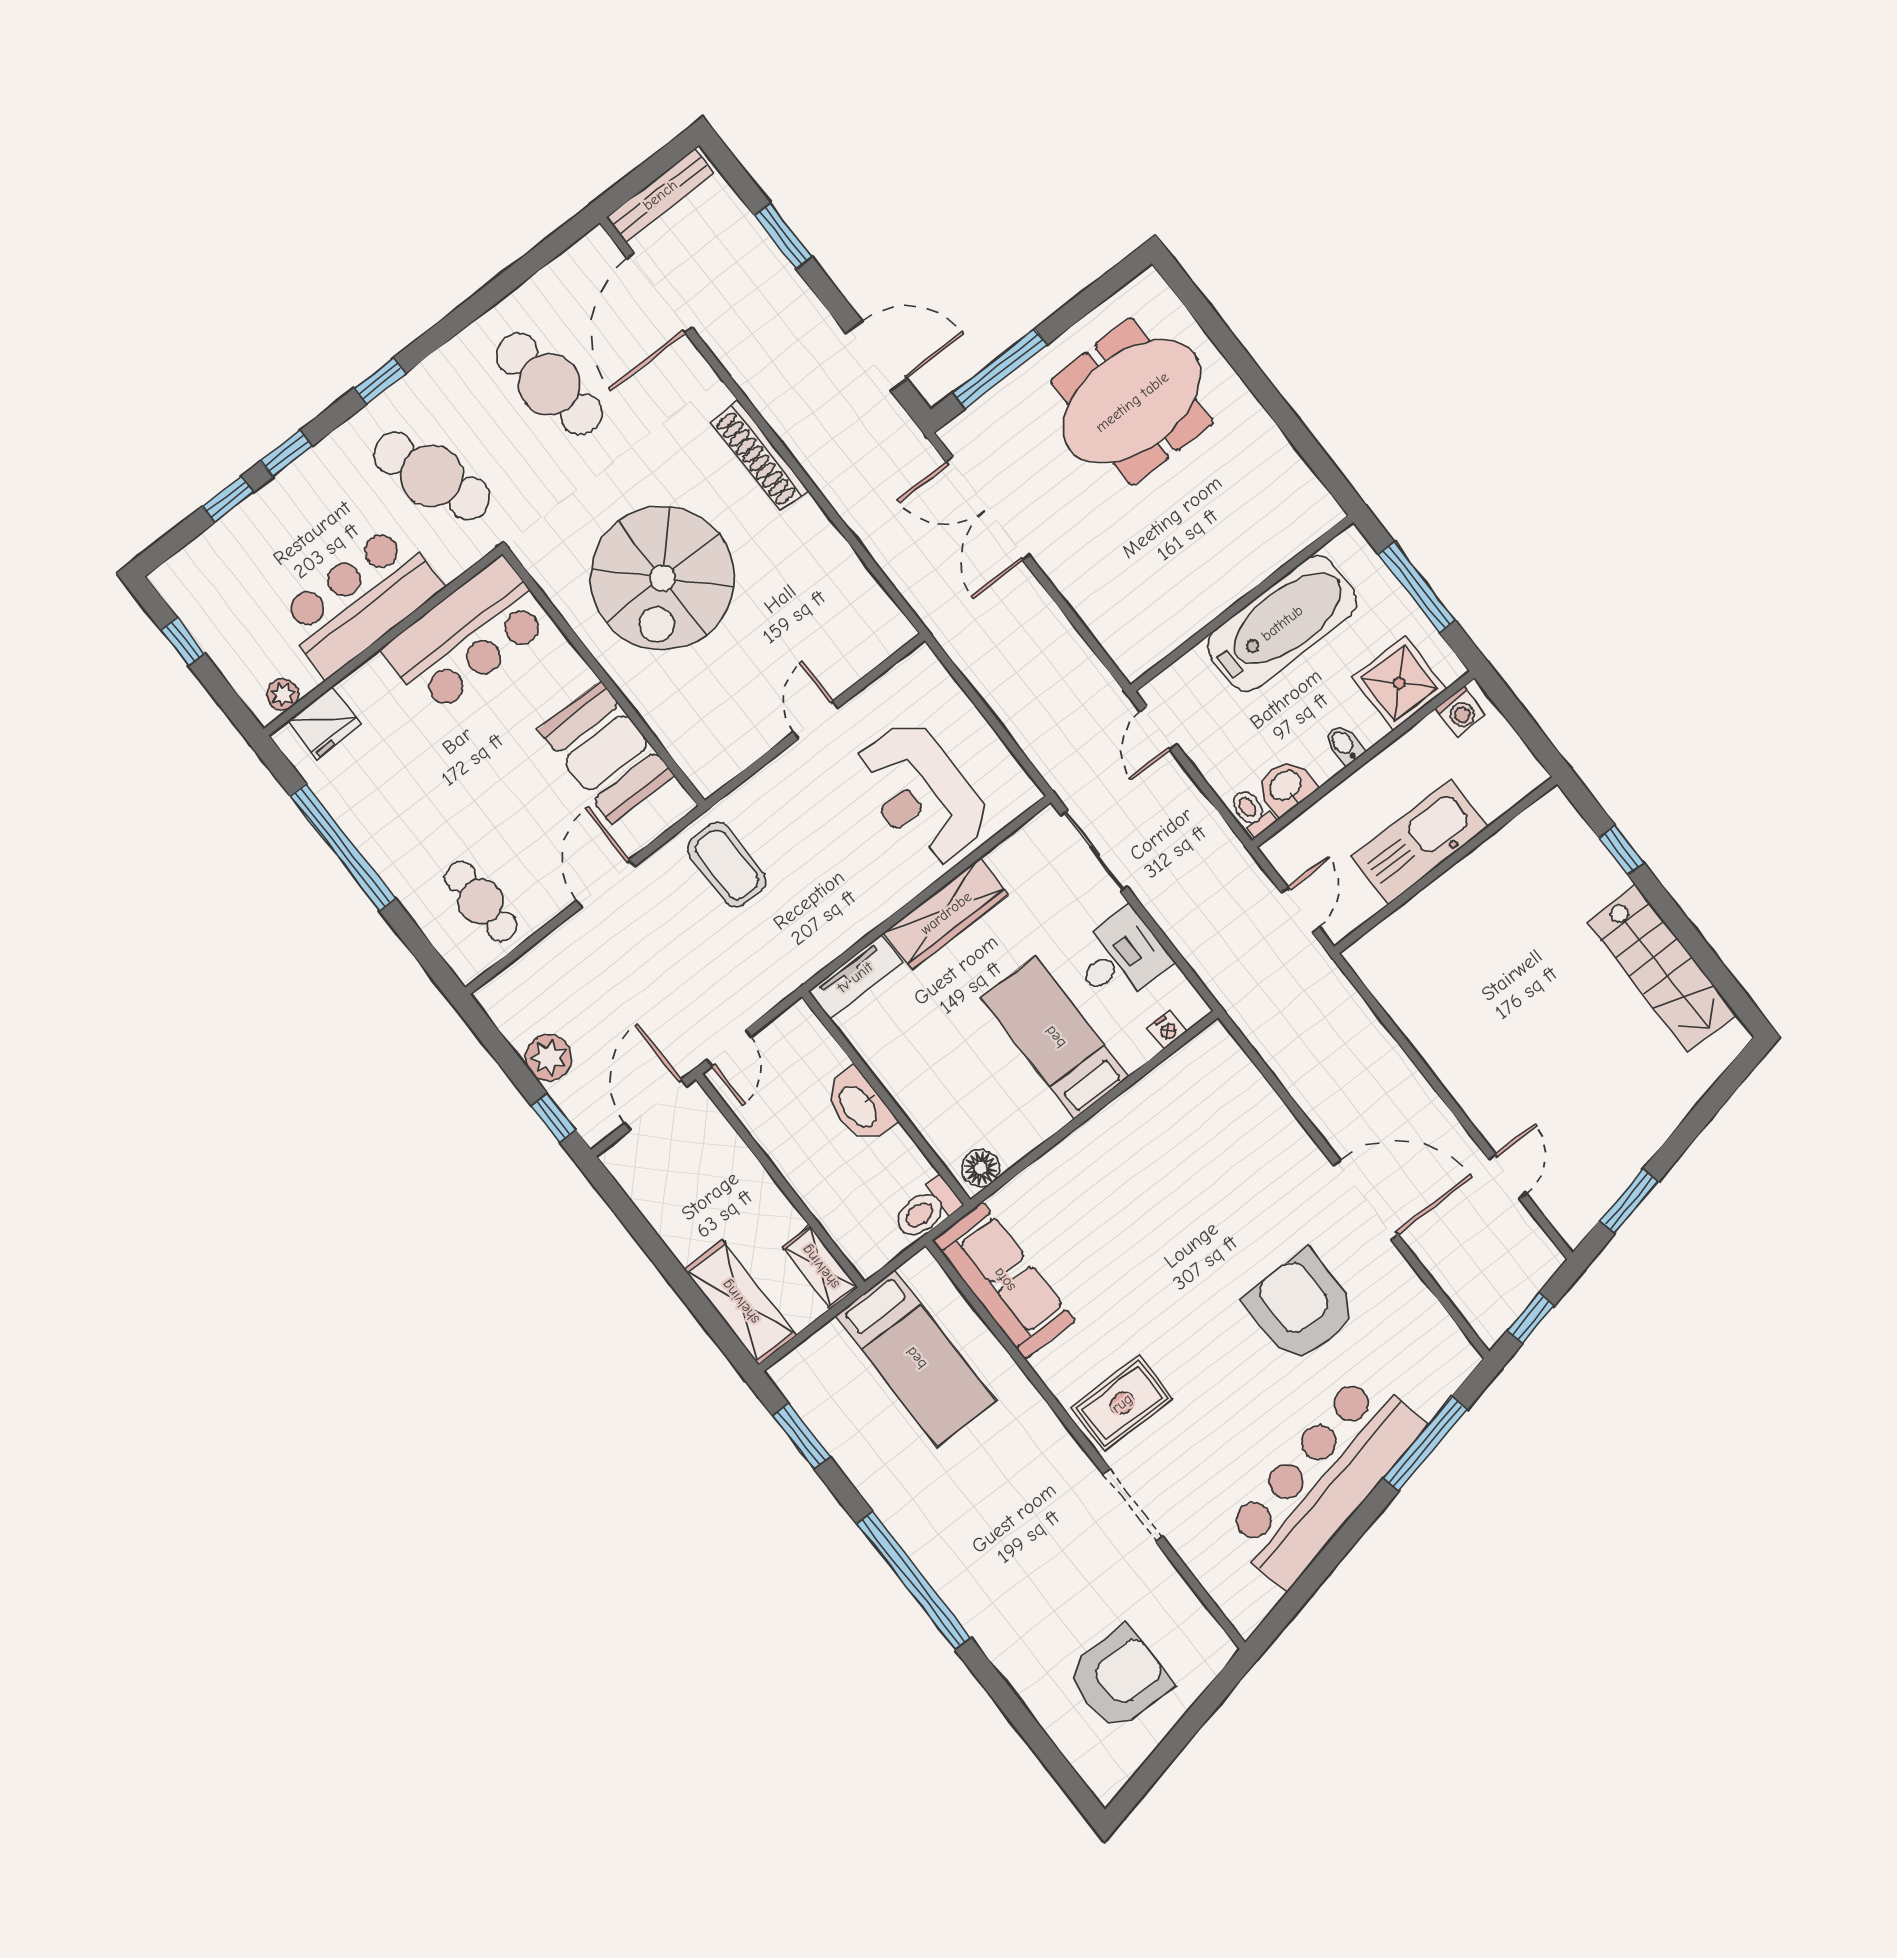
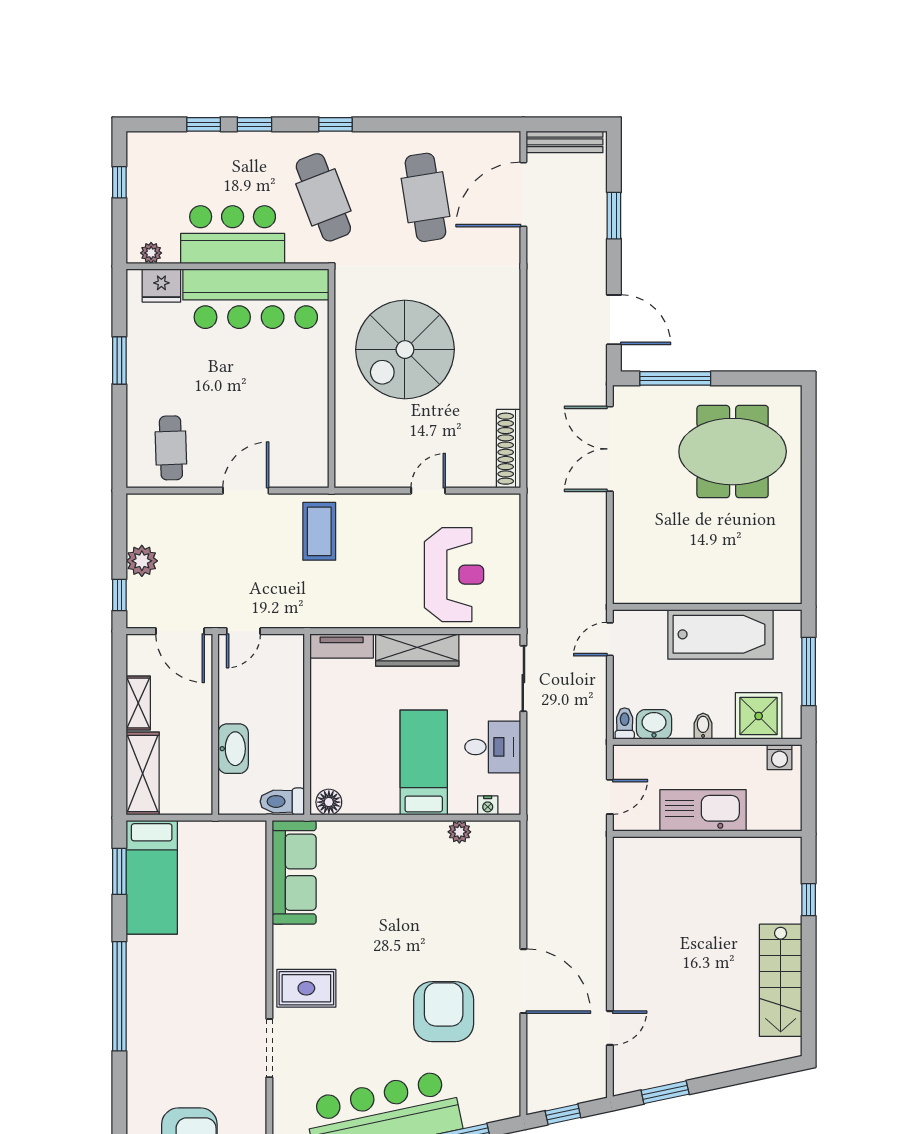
shoe rack: (759, 456) -> (509, 449), moved
bar counter: (467, 636) -> (256, 299), width x1.36
booth: (606, 753) -> (301, 420), removed
reception desk: (921, 794) -> (454, 575), turned 180
window: (343, 847) -> (119, 360), width x0.47
plant: (1158, 1085) -> (459, 832), added
door: (656, 1105) -> (180, 631), swing flipped
washbasin: (859, 1106) -> (233, 749), moved, turned 180
shelving: (820, 1267) -> (138, 703), moved
bed: (916, 1358) -> (152, 877), moved

